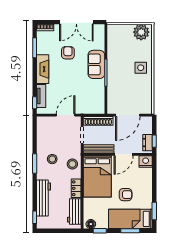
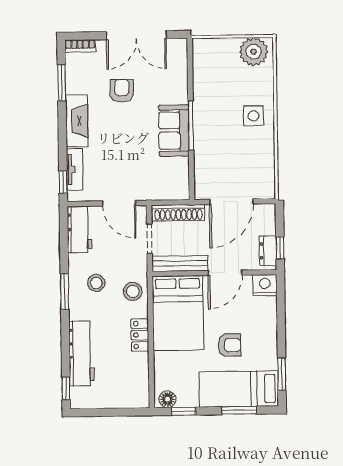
sofa: (96, 64) -> (174, 131), moved
door: (66, 115) -> (119, 203), swing flipped
workbench: (74, 211) -> (79, 229), moved, turned 180

